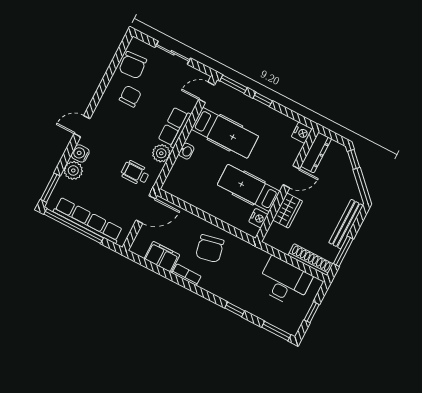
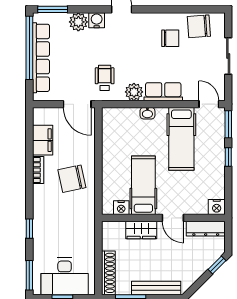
desk: (284, 282) -> (65, 276), moved, turned 90

